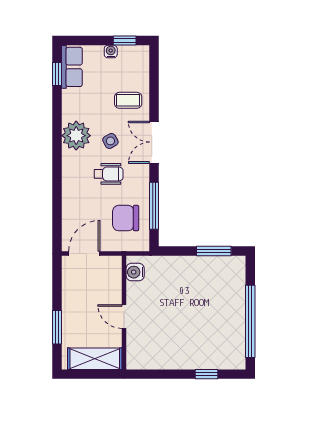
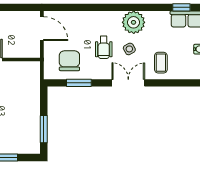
window: (154, 206) -> (79, 83), width x0.69
water cooler: (135, 272) -> (27, 68), removed

